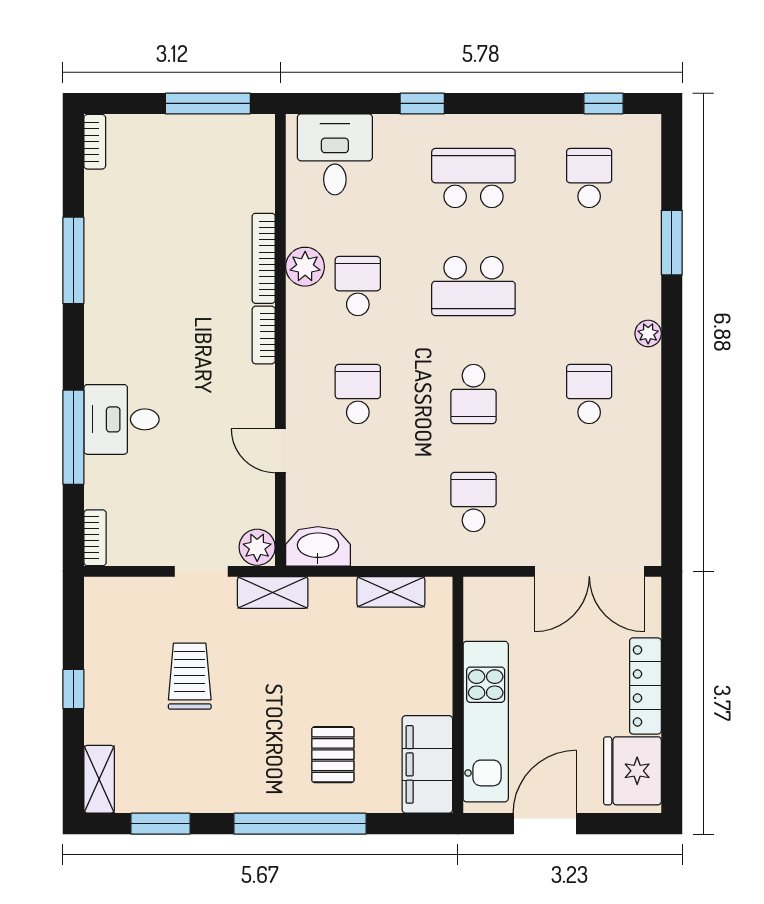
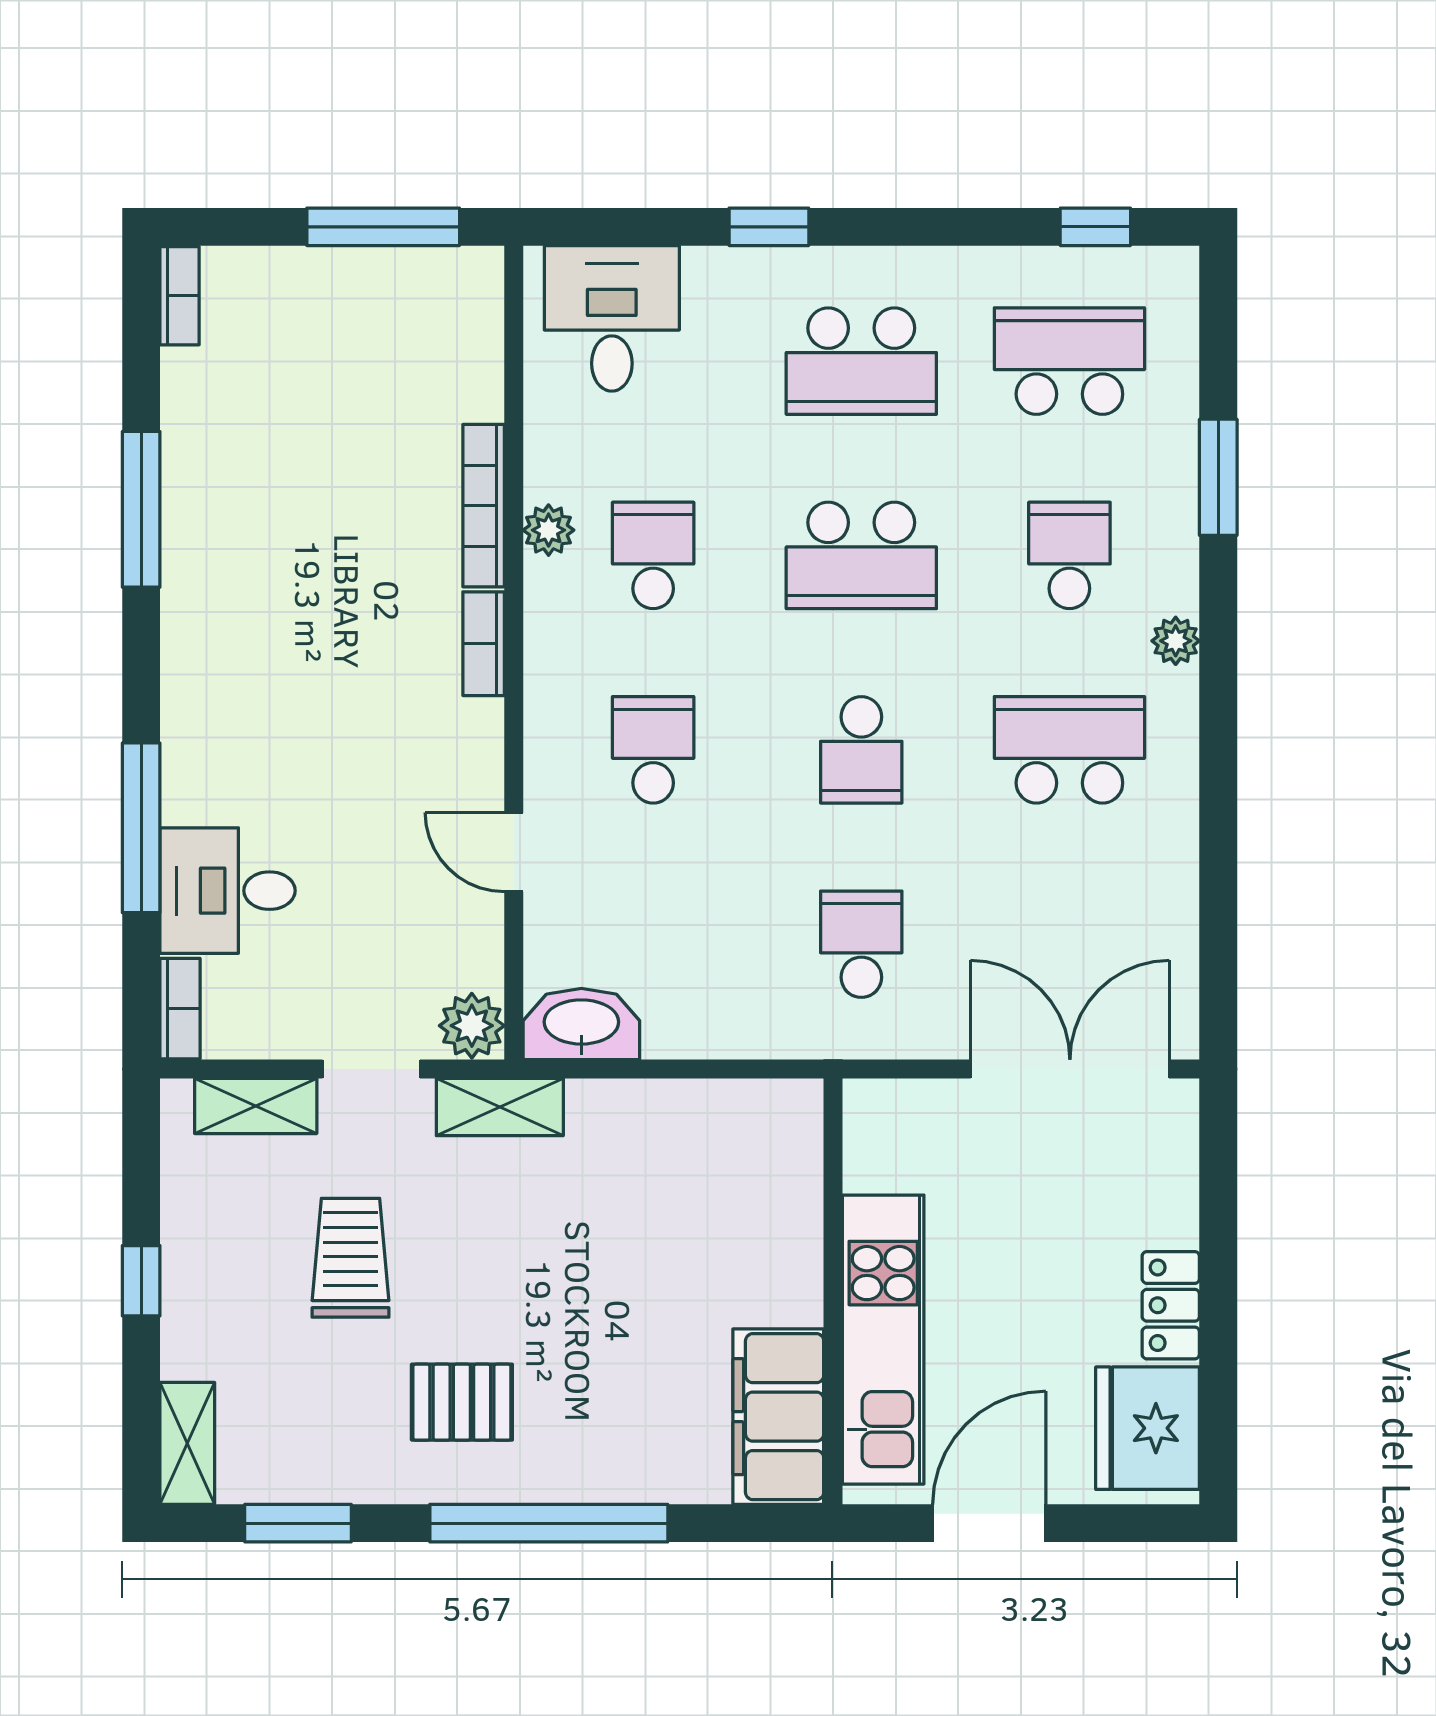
school desk: (473, 178) -> (861, 361), turned 180
school desk: (589, 178) -> (1069, 361), width x1.85
plant: (305, 267) -> (549, 530), width x0.73, depth x0.73
school desk: (589, 286) -> (1069, 555), added
school desk: (589, 394) -> (1069, 750), width x1.85
desk: (121, 419) -> (228, 891), moved
double door: (589, 571) -> (1070, 1069), swing flipped
shelving: (391, 592) -> (256, 1106), moved
locker: (645, 686) -> (1171, 1305), width x0.66
pallet: (333, 755) -> (462, 1402), moved, turned 90

